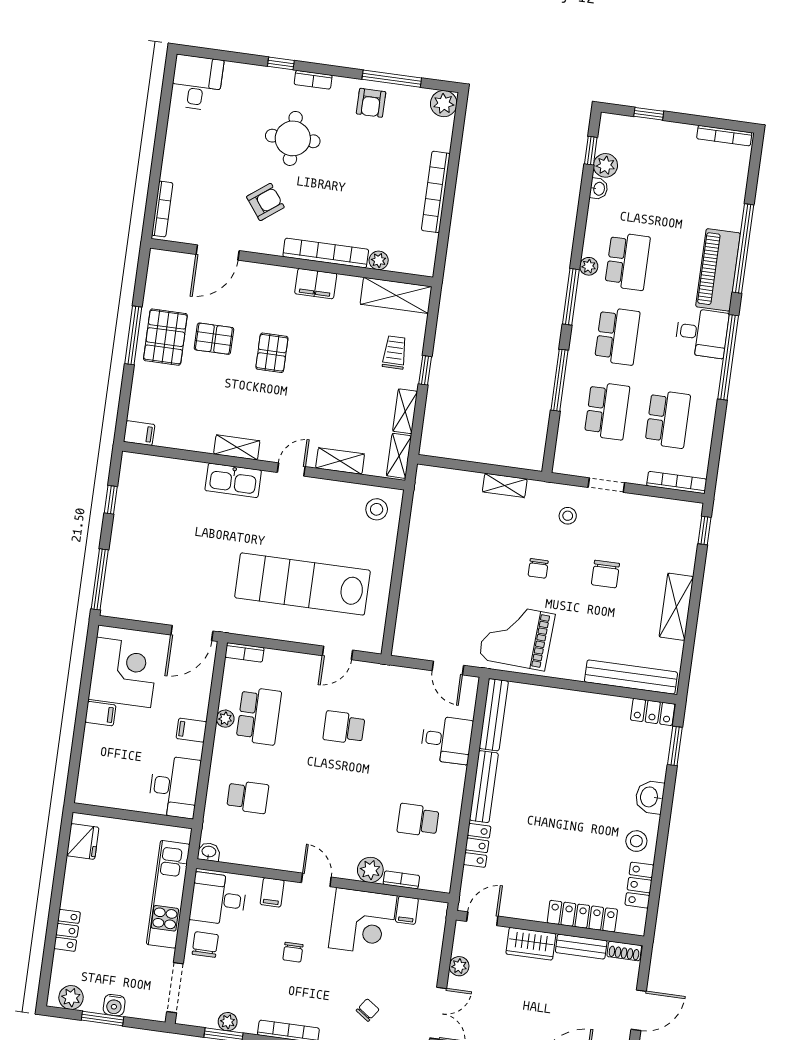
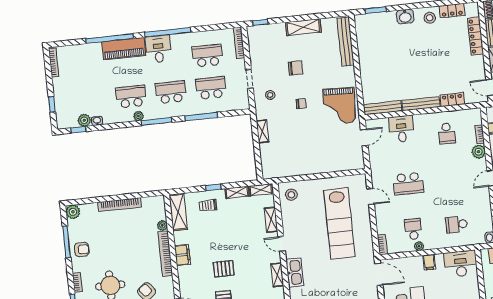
locker: (653, 712) -> (361, 26), removed
school desk: (259, 716) -> (413, 229), width x0.54
school desk: (344, 728) -> (408, 184), width x1.85
school desk: (248, 797) -> (456, 224), turned -90

